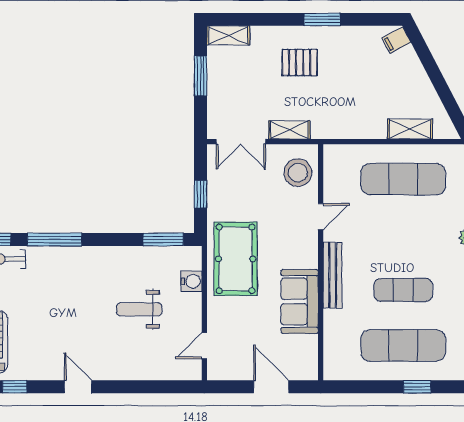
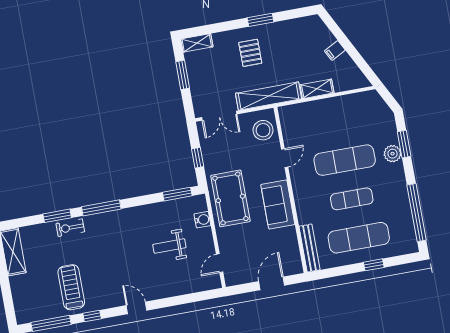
filing cabinet: (396, 40) -> (335, 50), moved
pallet: (300, 62) -> (250, 53), turned 90
shelving: (410, 129) -> (317, 89), moved
shelving: (289, 130) -> (268, 96), width x2.20, depth x1.33
exercise mat: (403, 179) -> (345, 160), moved
bench: (332, 275) -> (309, 248), moved
sofa: (300, 301) -> (278, 204), moved
door: (271, 387) -> (272, 283), hinge flipped

